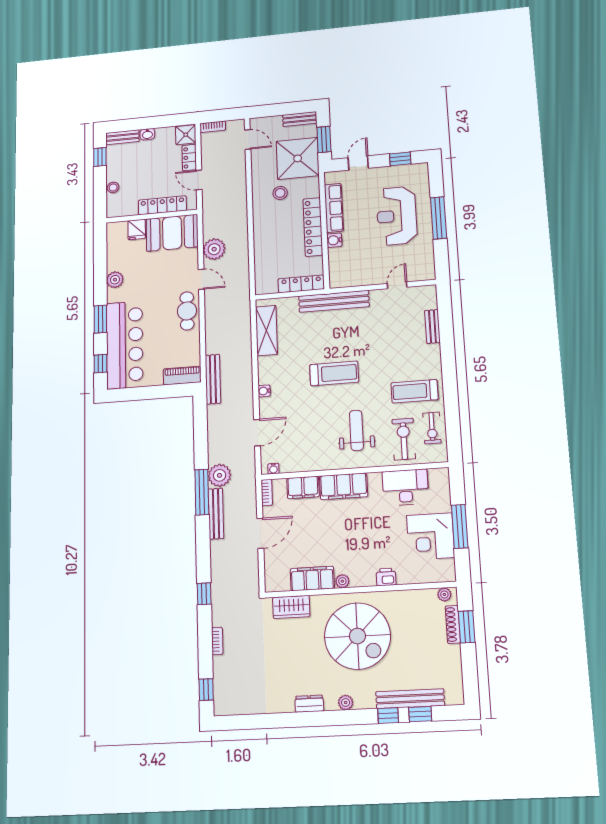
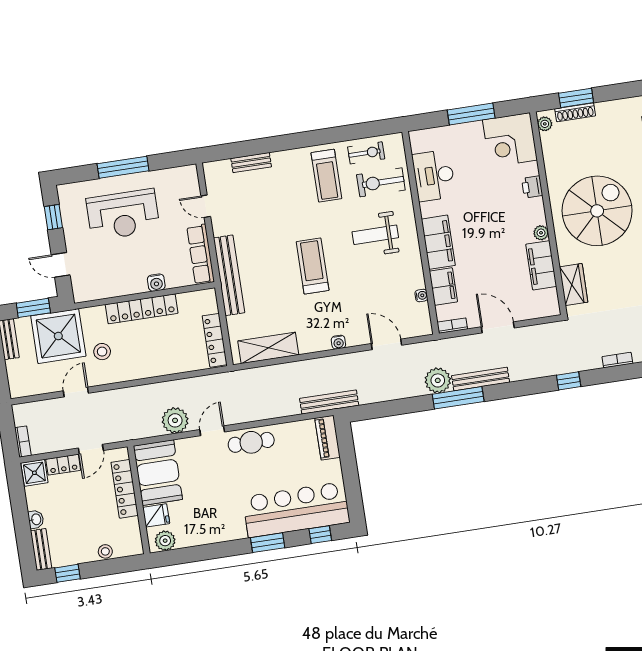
door: (248, 140) -> (76, 392), moved
row of seats: (334, 208) -> (201, 254), moved, turned -90
plant: (115, 280) -> (165, 541), moved
locker: (301, 284) -> (215, 340), moved
water cooler: (273, 469) -> (421, 295), moved
corner desk: (431, 536) -> (510, 140), moved, turned 90

